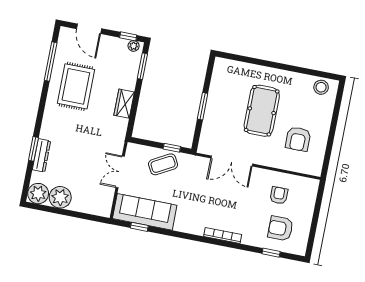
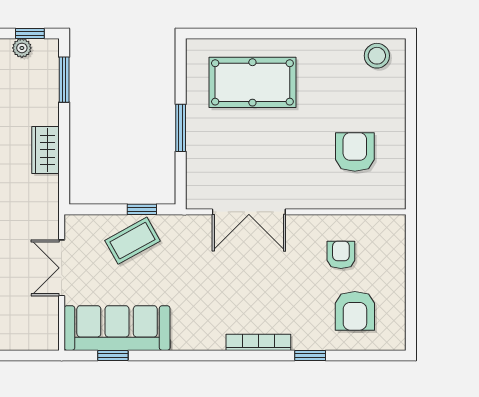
plant: (134, 46) -> (22, 48), moved
pool table: (262, 111) -> (252, 82), moved, turned 90
armchair: (298, 139) -> (355, 152), turned 180
armchair: (281, 228) -> (355, 311), turned -90
window: (271, 253) -> (310, 355), moved

